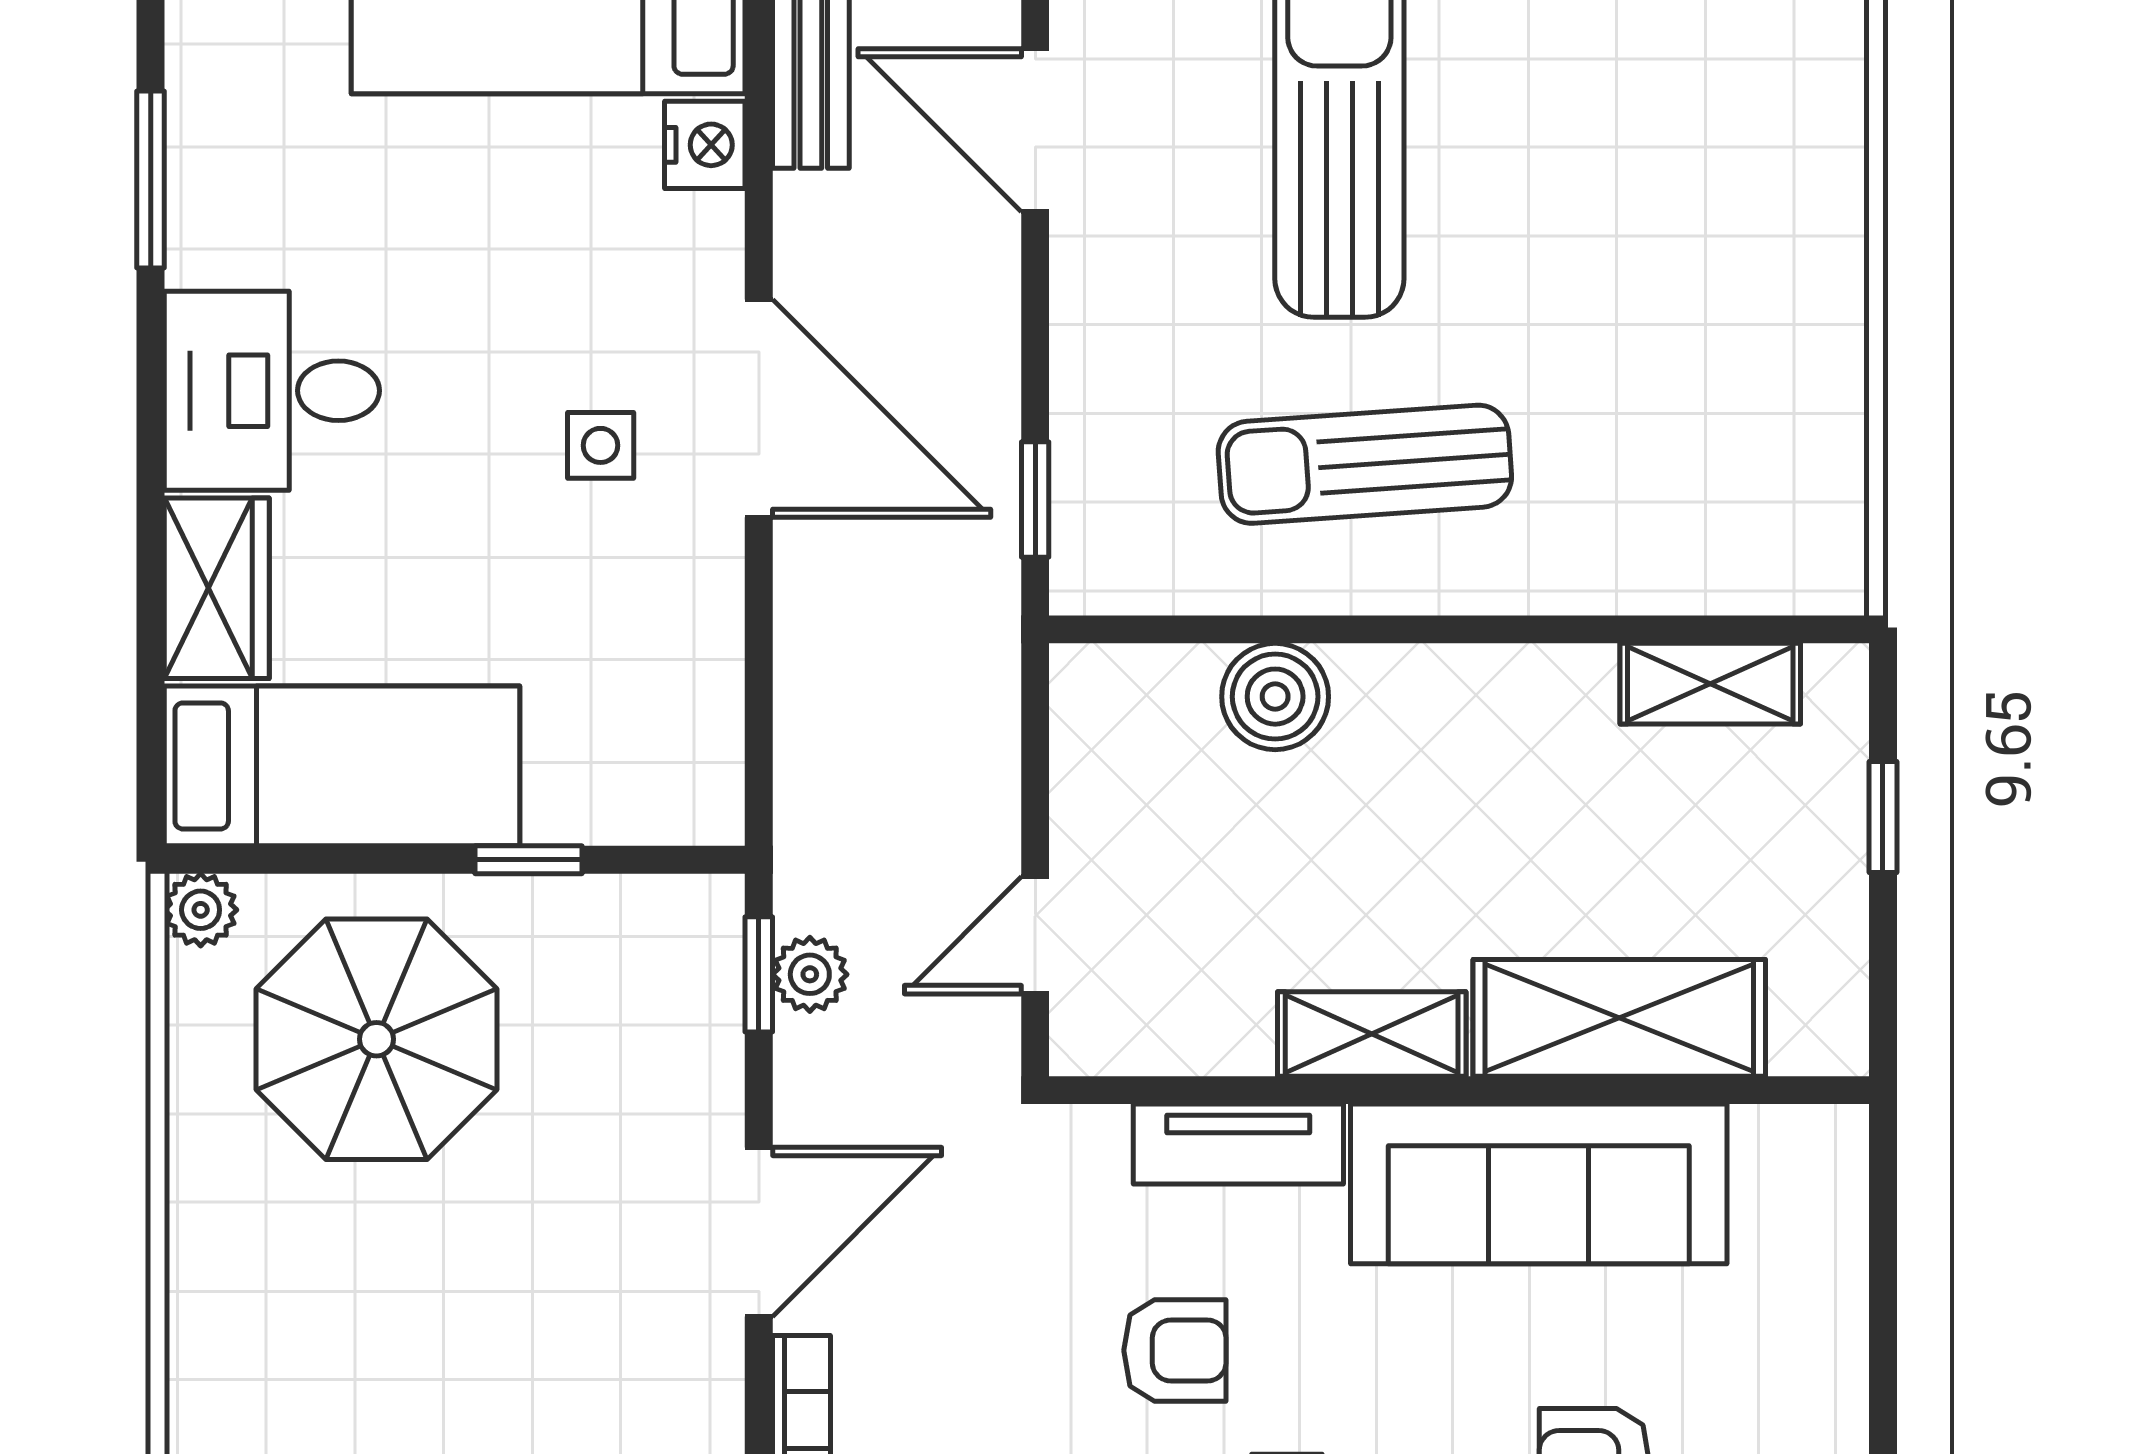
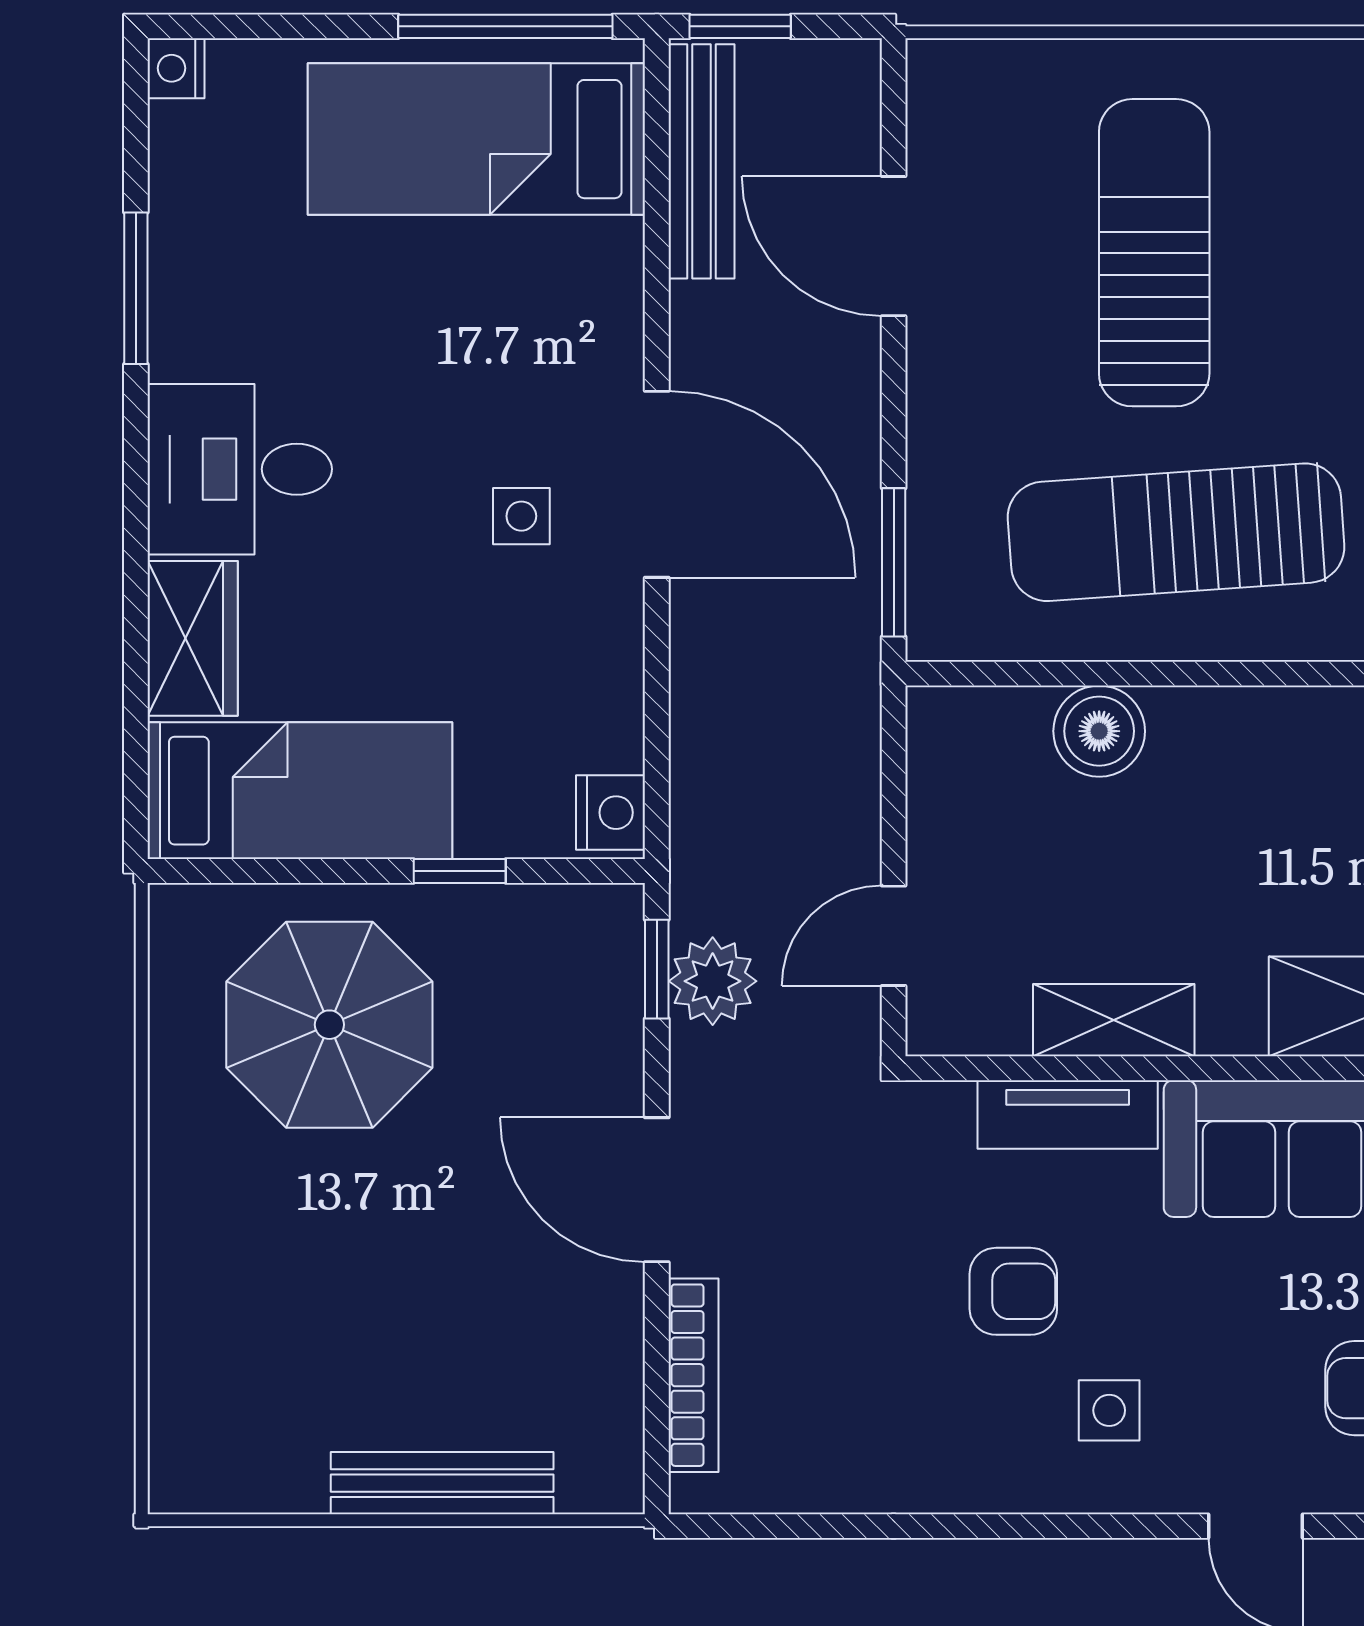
nightstand: (705, 145) -> (611, 813), moved
sun lounger: (1365, 464) -> (1176, 532), width x1.36, depth x1.34
window: (1035, 499) -> (894, 562), width x1.50
plant: (201, 910) -> (179, 914), removed
plant: (810, 974) -> (713, 981), width x1.38, depth x1.38
shelving: (1372, 1034) -> (1114, 1020), moved
door: (759, 1232) -> (657, 1190), swing flipped

